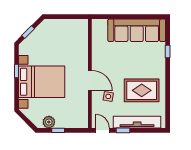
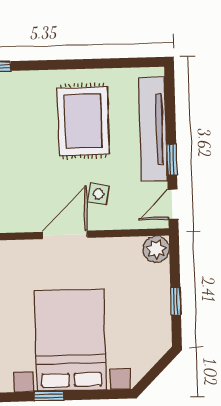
plant: (49, 122) -> (156, 249), moved

